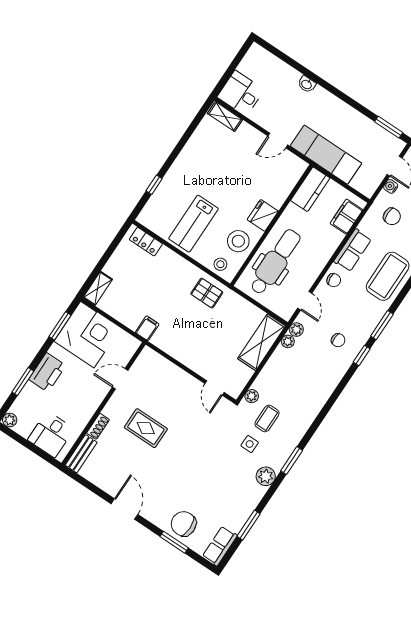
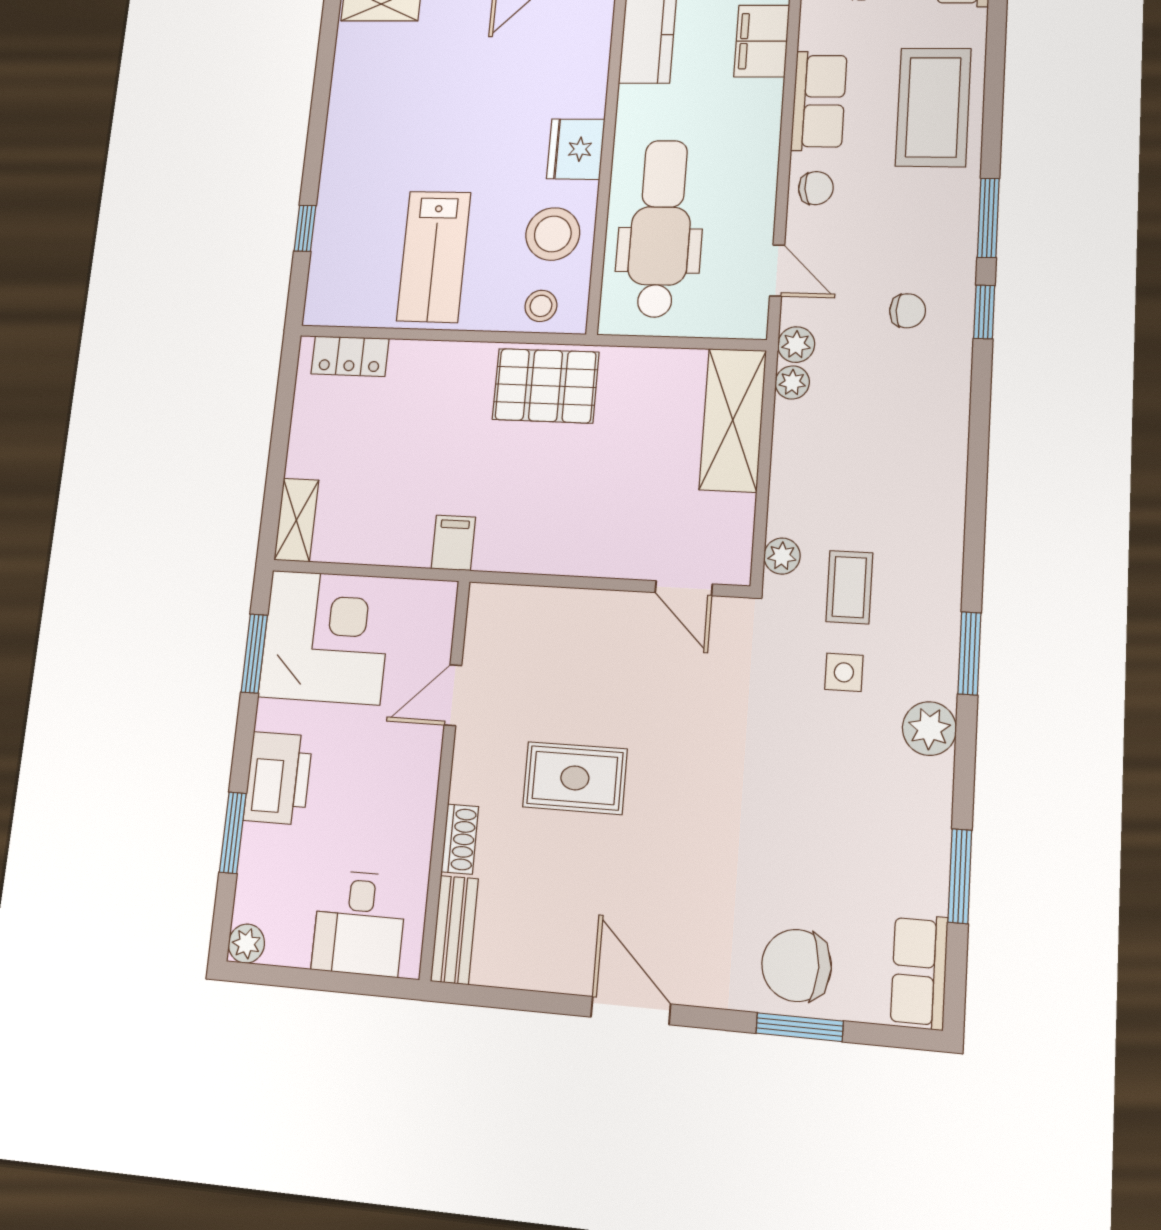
pallet: (207, 293) -> (546, 386), width x1.50, depth x1.42

